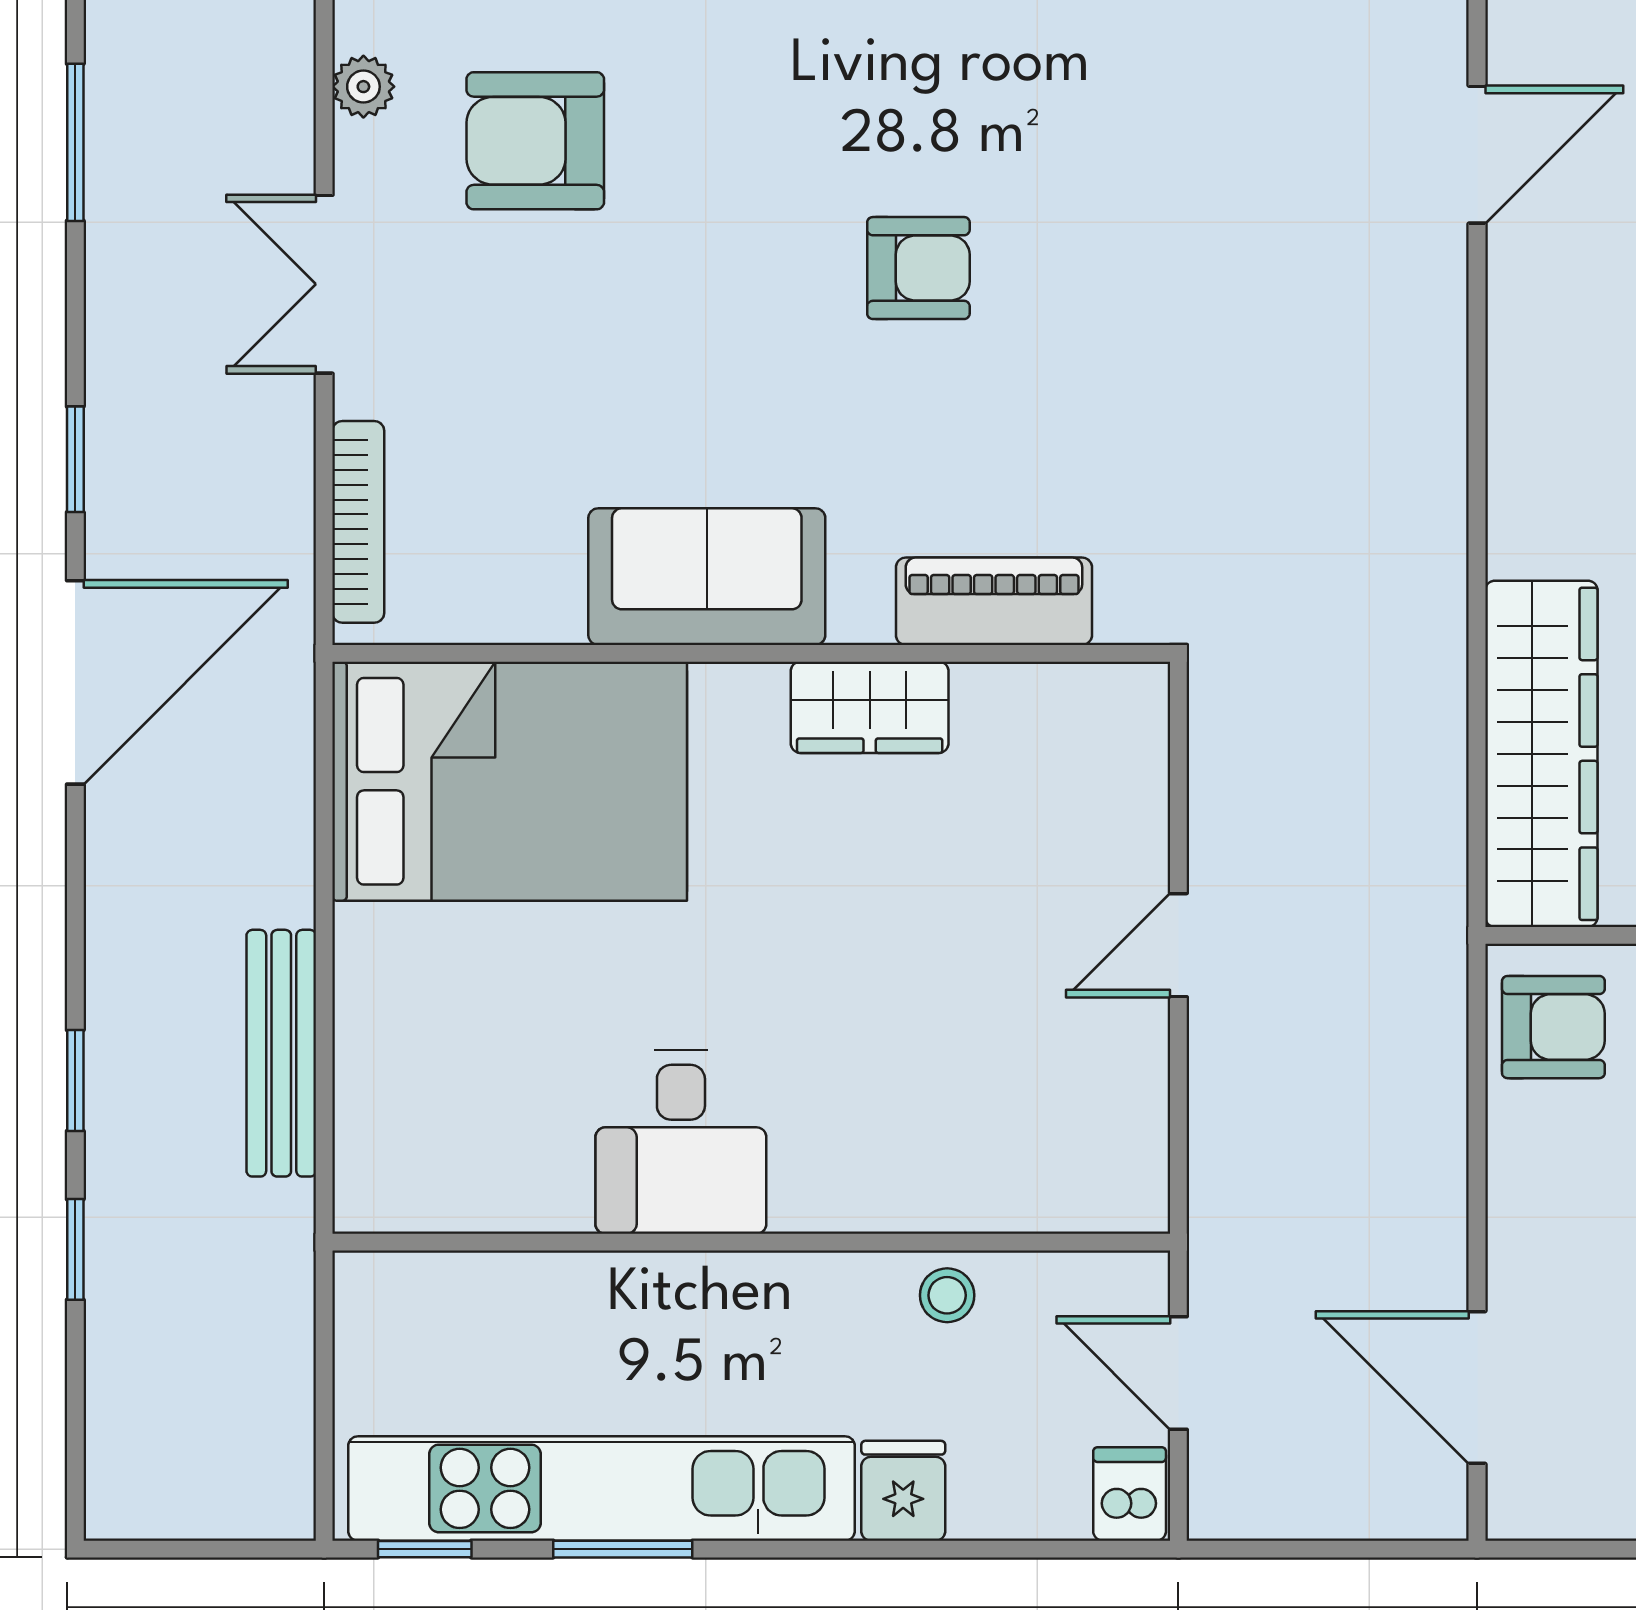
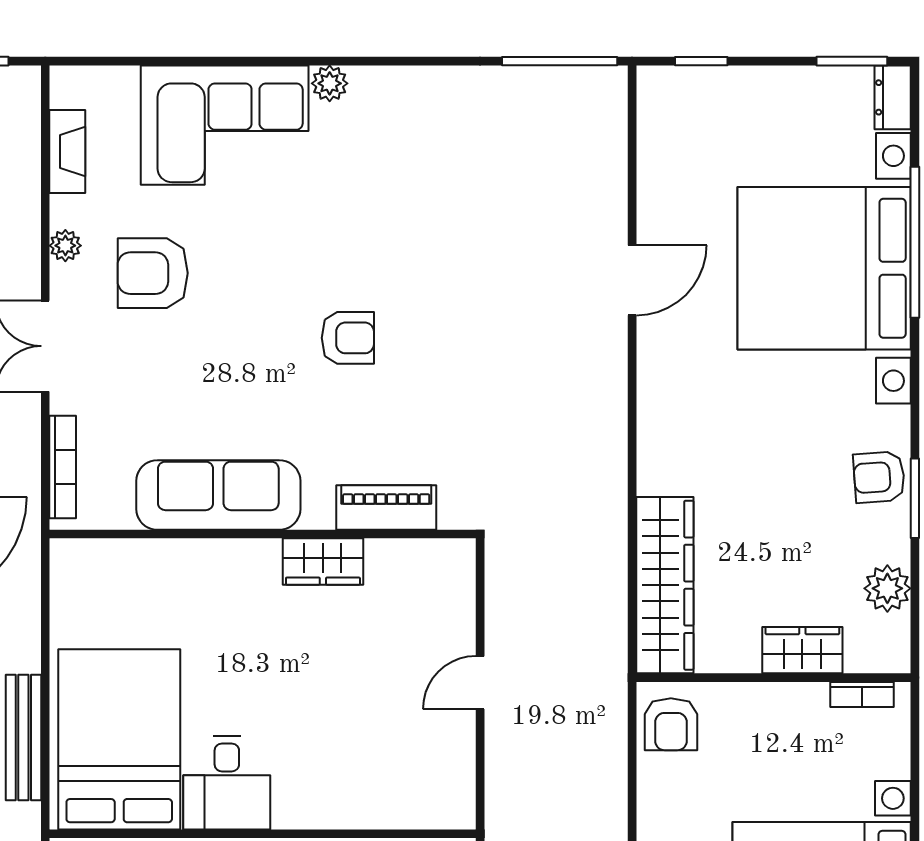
sofa: (707, 577) -> (218, 495), width x1.36
bed: (510, 781) -> (119, 739), moved, turned -90
armchair: (1553, 1027) -> (671, 724), turned 90

